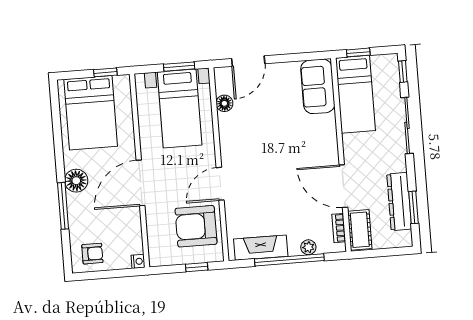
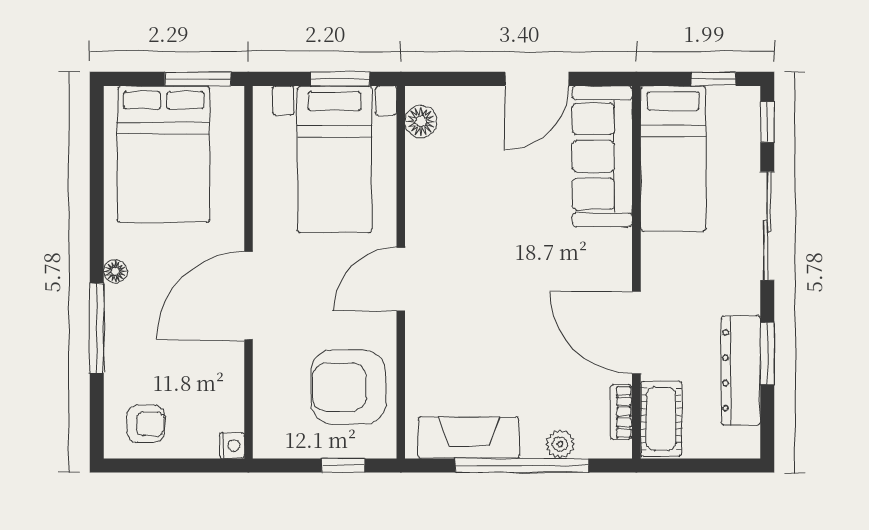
window: (358, 52) -> (713, 79), moved
door: (248, 61) -> (537, 79), moved
window: (105, 72) -> (198, 79), width x1.50
sofa: (318, 86) -> (602, 156), width x1.36
floor lamp: (224, 103) -> (421, 121), moved
floor lamp: (76, 181) -> (115, 271), width x0.53, depth x0.53
door: (220, 184) -> (401, 279), moved
window: (413, 207) -> (767, 354), moved

